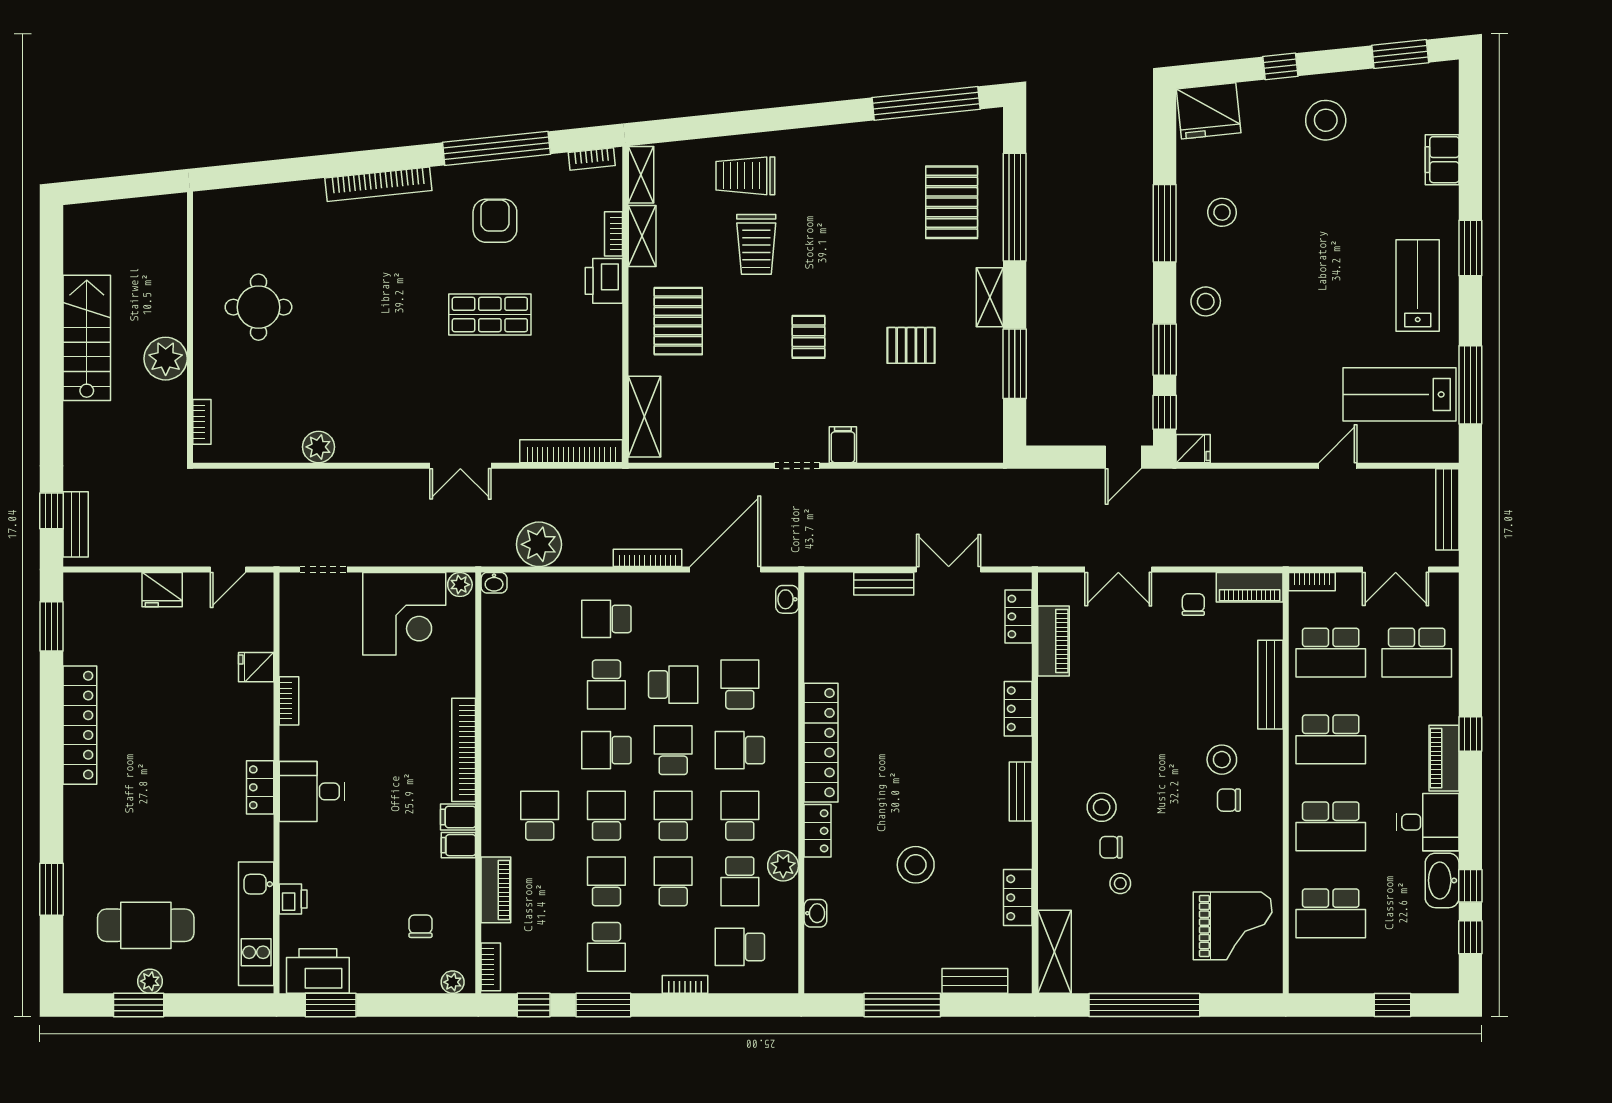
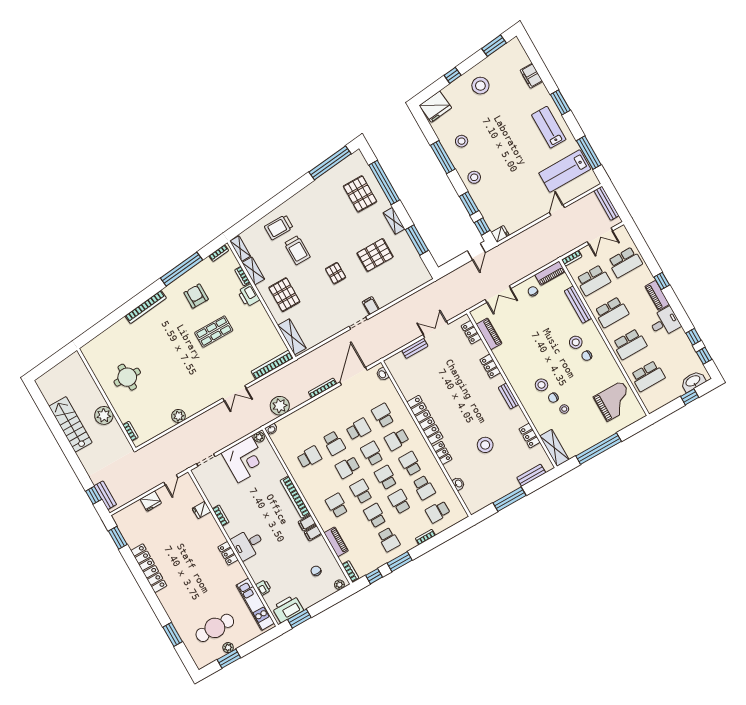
pallet: (911, 345) -> (375, 255), width x1.50, depth x1.42
school desk: (606, 619) -> (309, 457), moved, turned 180
plant: (783, 866) -> (437, 473), removed
washbasin: (1442, 880) -> (693, 381), moved, turned 90

